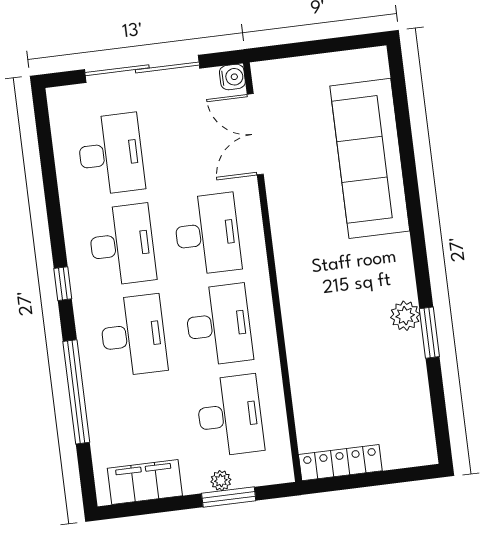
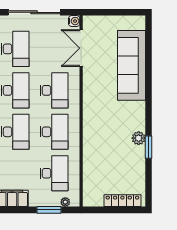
locker: (340, 463) -> (122, 201), moved
plant: (221, 481) -> (65, 202), moved

